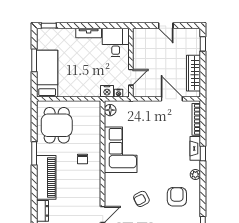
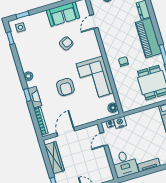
door: (172, 99) -> (66, 132), swing flipped
armchair: (177, 197) -> (65, 87), moved

